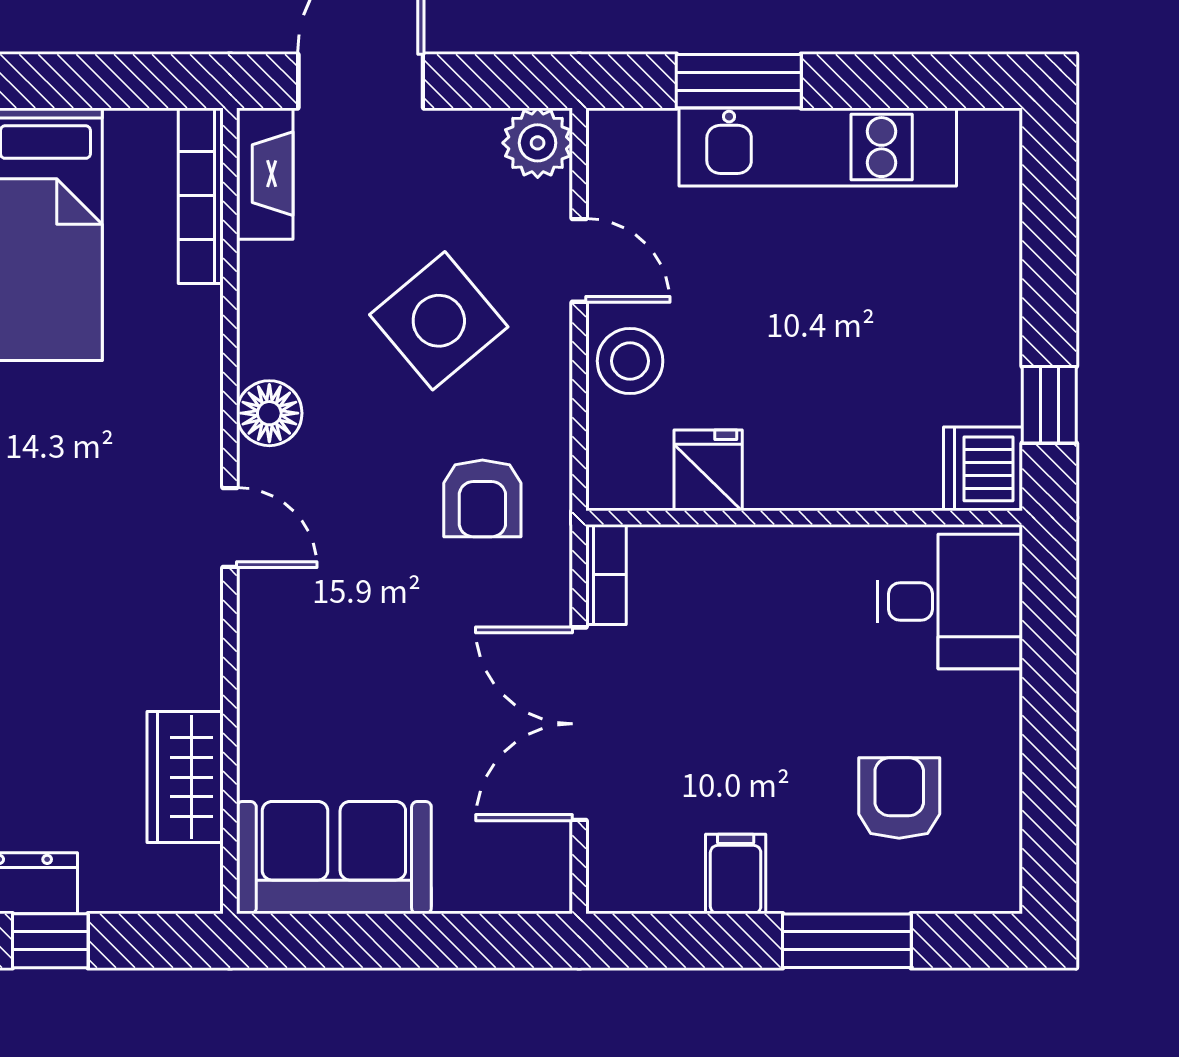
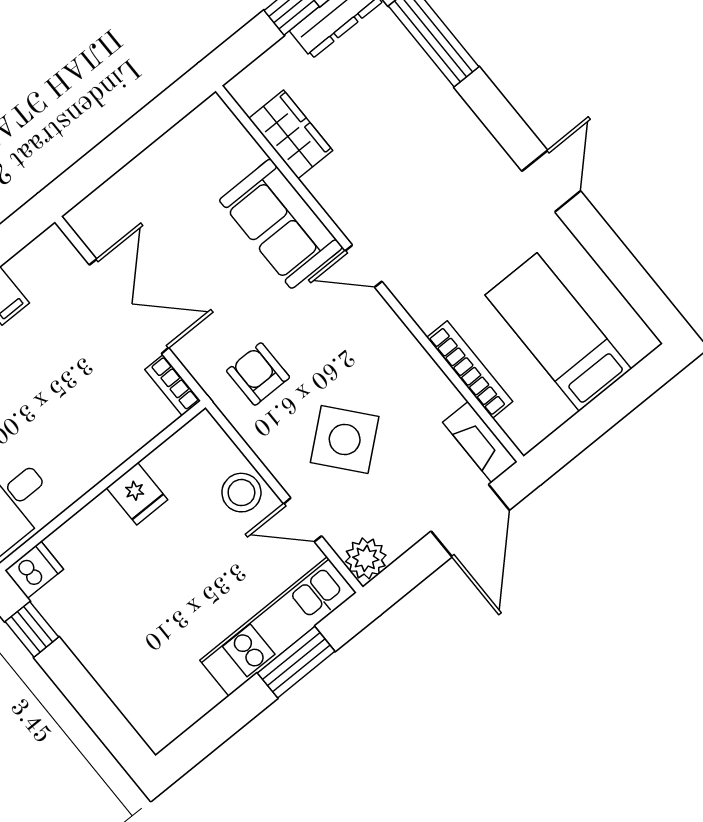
kitchen unit: (818, 147) -> (278, 626), moved
bookcase: (201, 196) -> (470, 369), moved
floor lamp: (269, 413) -> (388, 333), removed
dishwasher: (983, 469) -> (34, 570), width x0.73
fridge: (708, 470) -> (137, 494), moved
sofa: (334, 858) -> (281, 224), moved, turned 90

